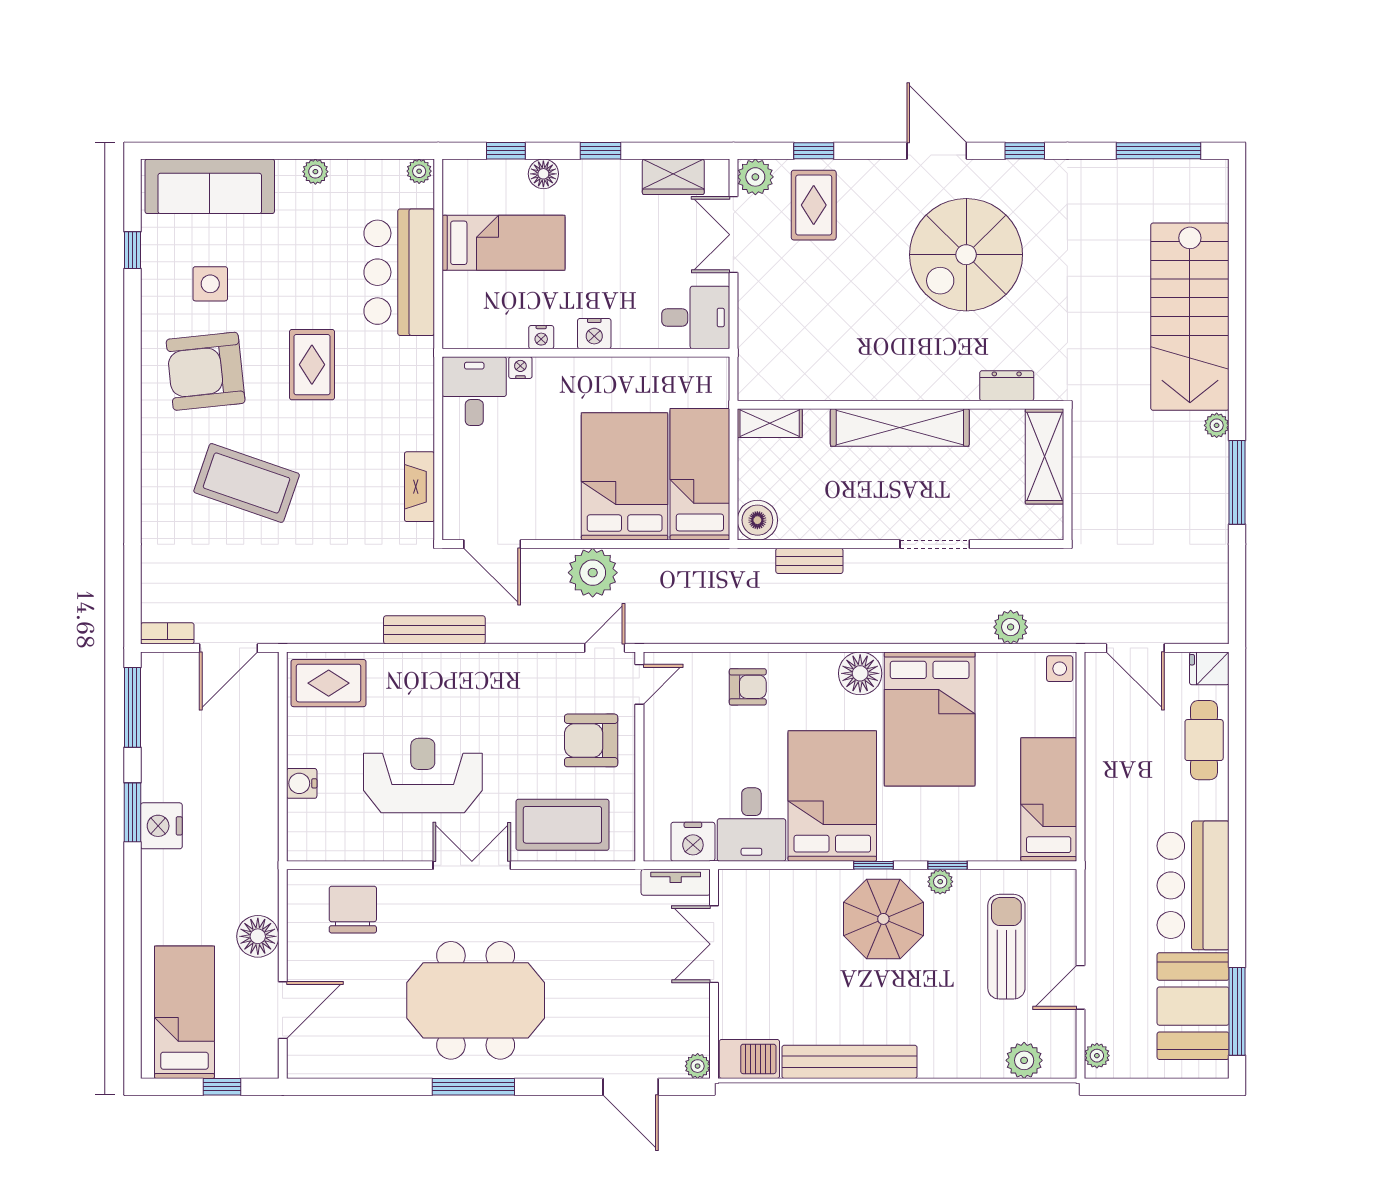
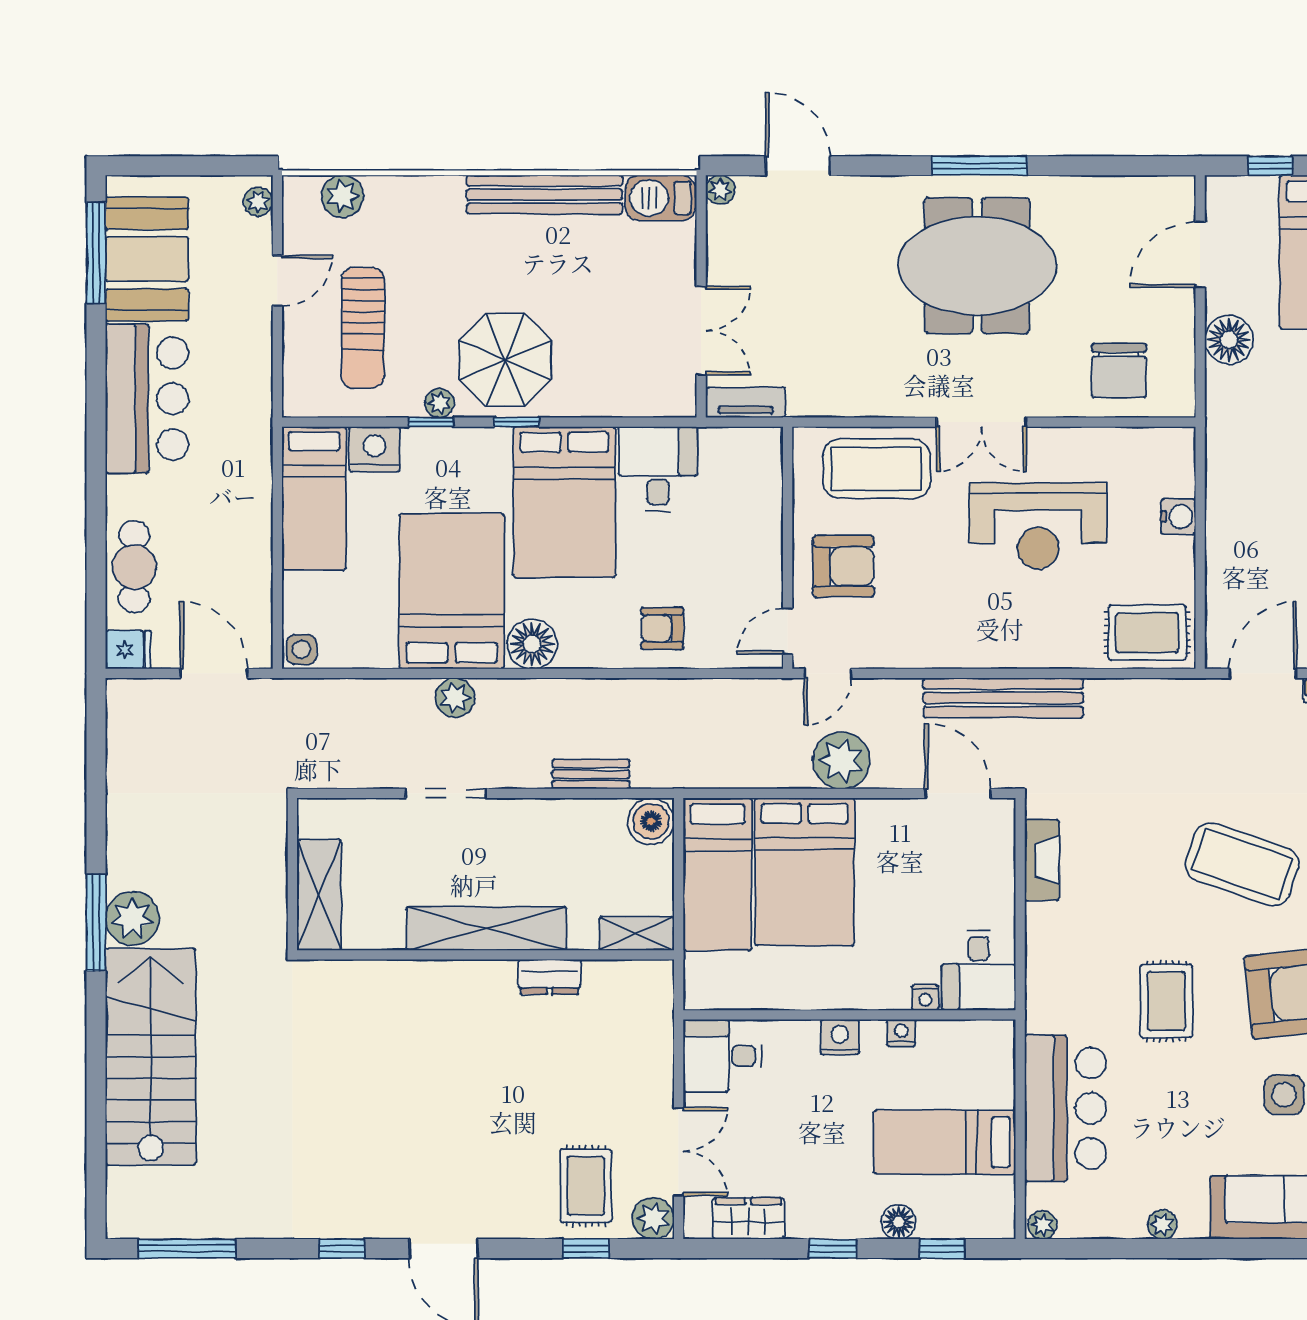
spiral stairs: (966, 255) -> (410, 1128), removed
dresser: (1007, 386) -> (549, 977), moved
plant: (1217, 425) -> (132, 918), width x1.88, depth x1.88
window: (1237, 482) -> (96, 922), moved
plant: (1011, 627) -> (455, 698), moved
bench: (434, 630) -> (1003, 698), width x1.37, depth x1.21
nightstand: (693, 842) -> (374, 449), moved

